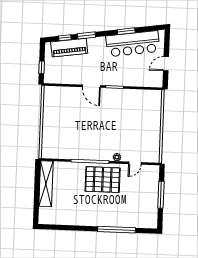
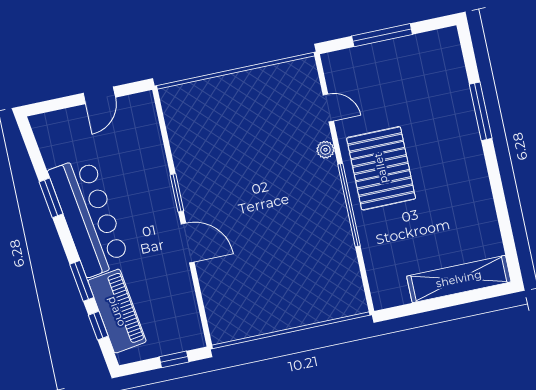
bar counter: (133, 44) -> (89, 216), moved
door: (166, 64) -> (99, 95), hinge flipped
door: (91, 86) -> (188, 243), hinge flipped
shelving: (46, 184) -> (459, 279), moved
window: (117, 230) -> (481, 111), width x0.68

